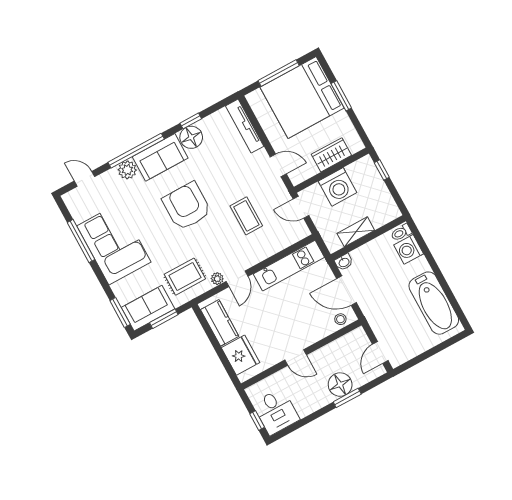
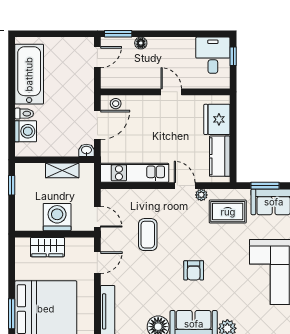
window: (341, 96) -> (12, 314), moved
door: (278, 165) -> (97, 263), swing flipped
window: (382, 170) -> (12, 185), moved
armchair: (187, 206) -> (194, 270), width x0.53, depth x0.53
toilet: (401, 233) -> (24, 114), moved
door: (237, 279) -> (185, 186), hinge flipped
door: (346, 291) -> (97, 125), hinge flipped
floor lamp: (340, 385) -> (141, 43), width x0.53, depth x0.53
window: (347, 398) -> (118, 34), moved

